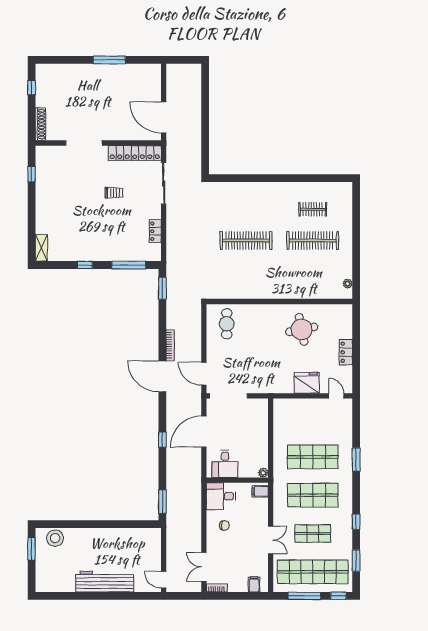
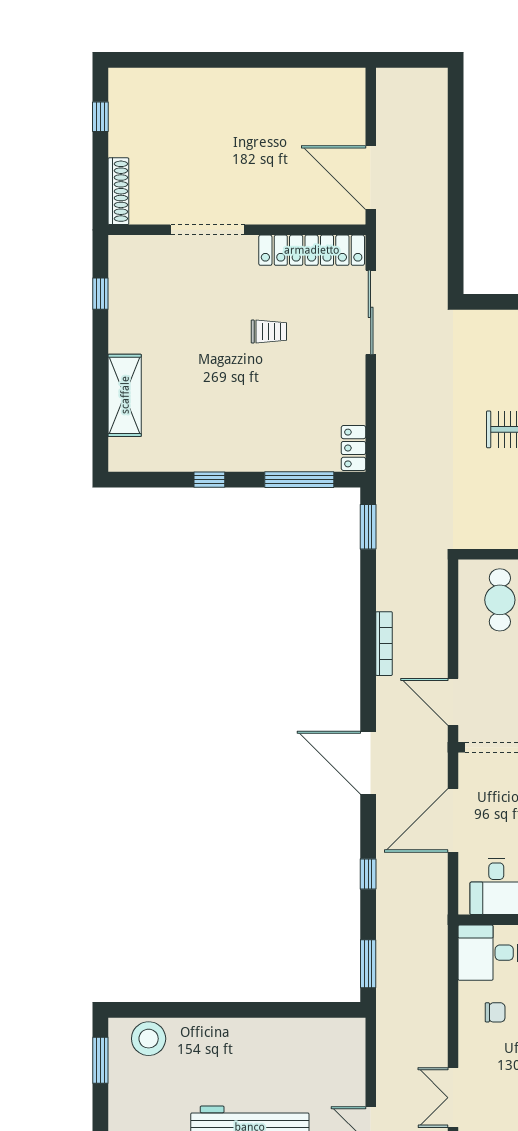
window: (109, 60) -> (260, 60), removed
locker: (155, 231) -> (353, 448), moved
shelving: (41, 248) -> (125, 395), moved, width x1.50, depth x1.33
door: (162, 376) -> (368, 763), moved
window: (162, 440) -> (368, 874), moved

